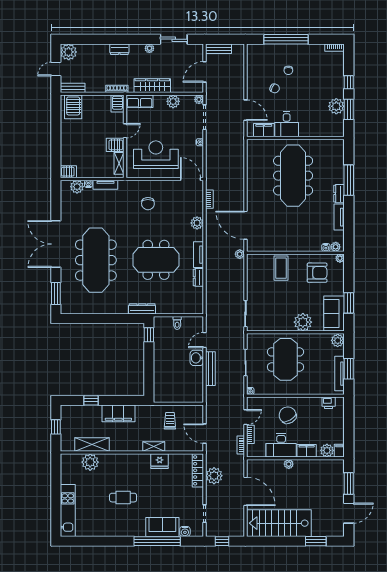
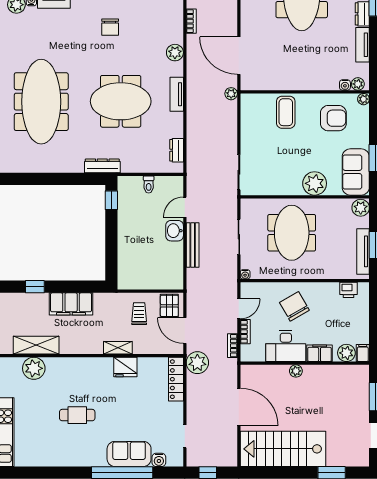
dresser: (198, 277) -> (177, 150), moved
pallet: (193, 415) -> (169, 306), added
plant: (214, 476) -> (197, 363), moved

